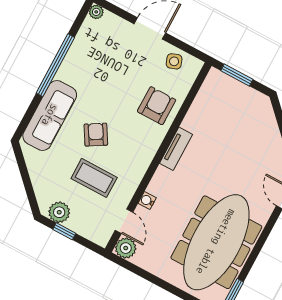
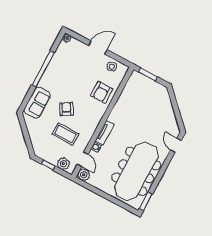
armchair: (157, 106) -> (102, 92), turned 180
sofa: (50, 115) -> (37, 103), width x0.73
tv unit: (176, 149) -> (105, 133), moved
plant: (59, 212) -> (63, 164), moved

